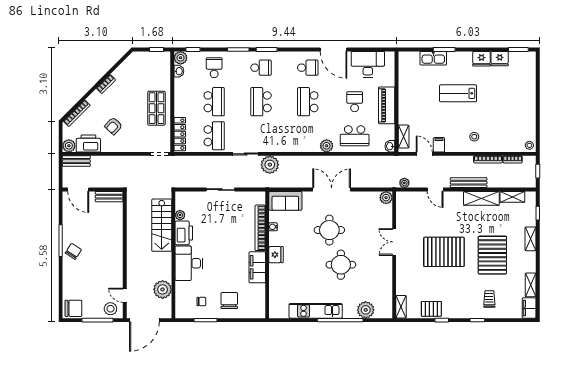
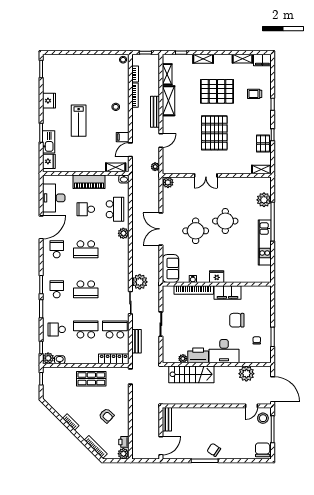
fridge: (500, 59) -> (49, 161), moved
printer: (88, 143) -> (124, 442), width x0.53, depth x0.68
bench: (76, 161) -> (137, 341), moved
chair: (229, 301) -> (237, 320), moved

